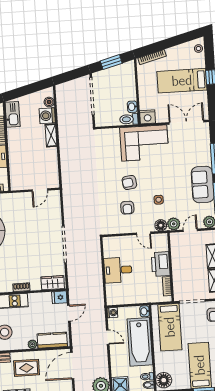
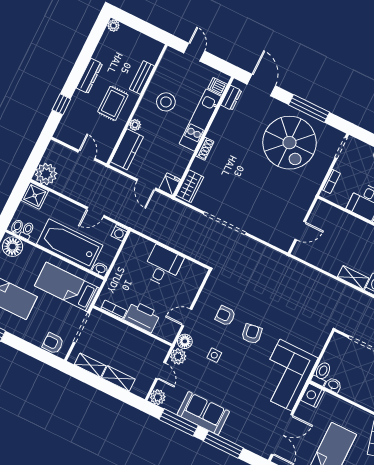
door: (40, 190) -> (300, 231), swing flipped
door: (72, 366) -> (86, 155), width x0.53

